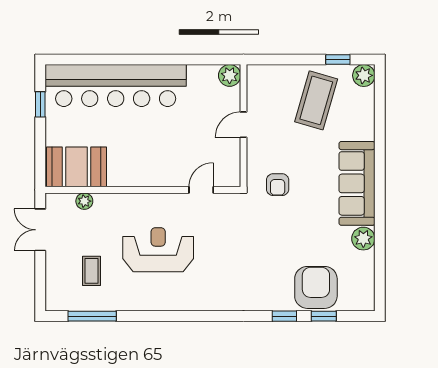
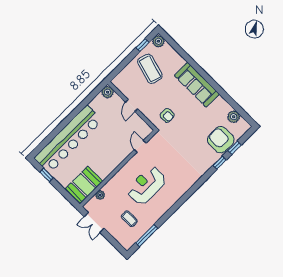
plant: (363, 239) -> (234, 117), moved

